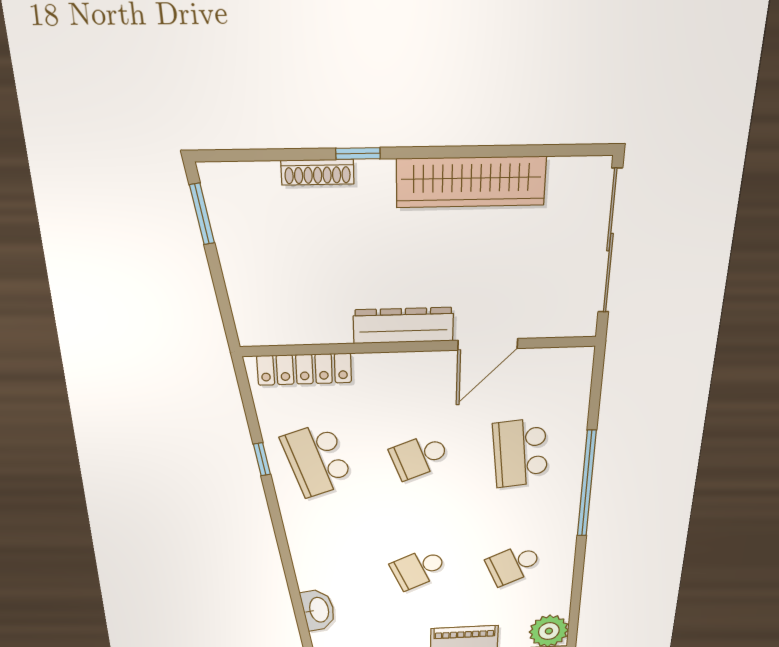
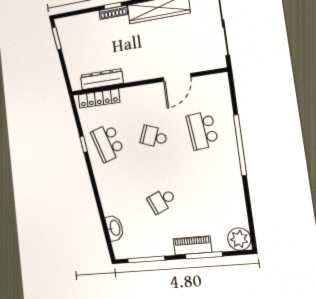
shoe rack: (317, 172) -> (113, 12), moved
dresser: (403, 325) -> (102, 79), moved
school desk: (419, 457) -> (154, 137), turned 42
school desk: (514, 565) -> (211, 196), removed

